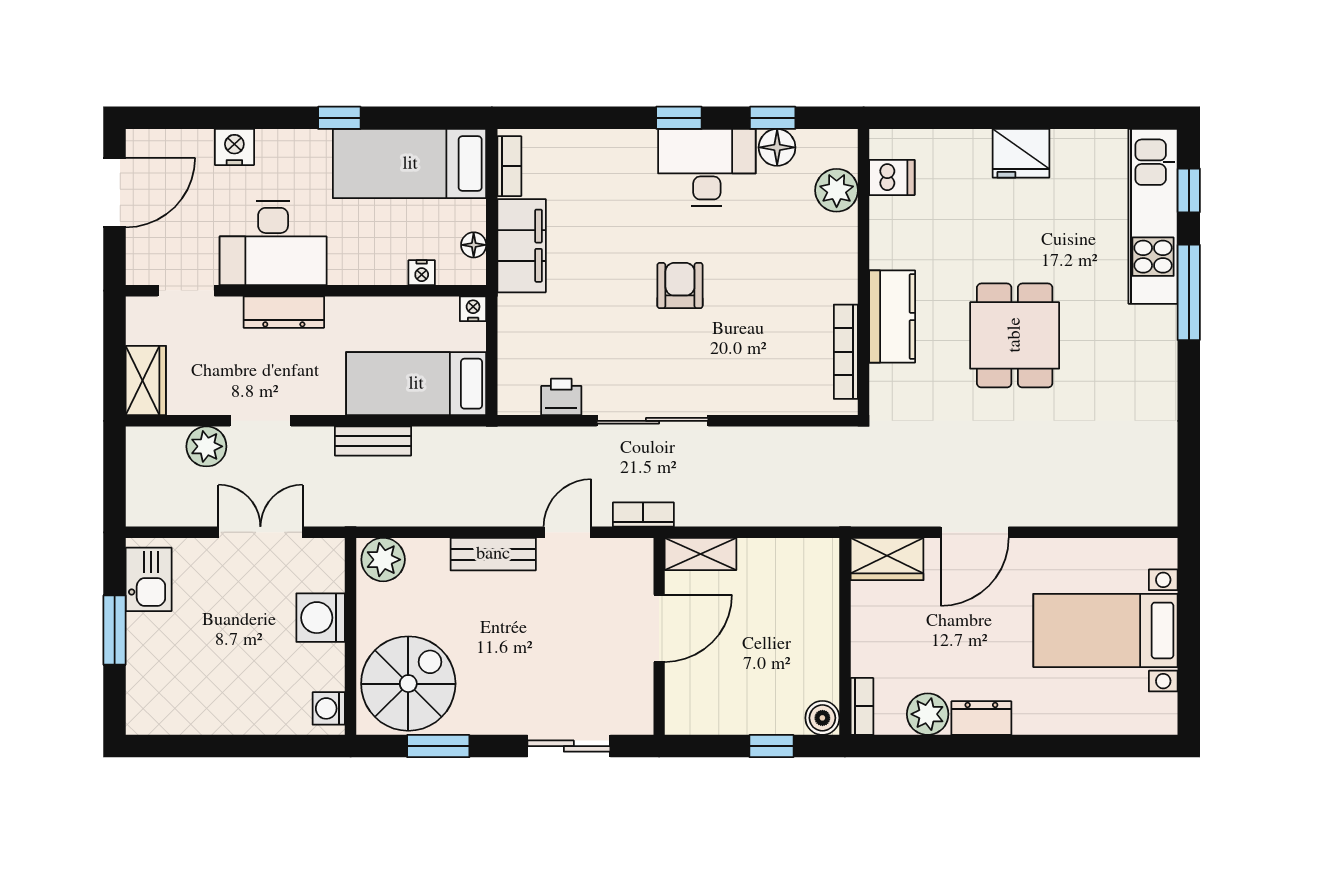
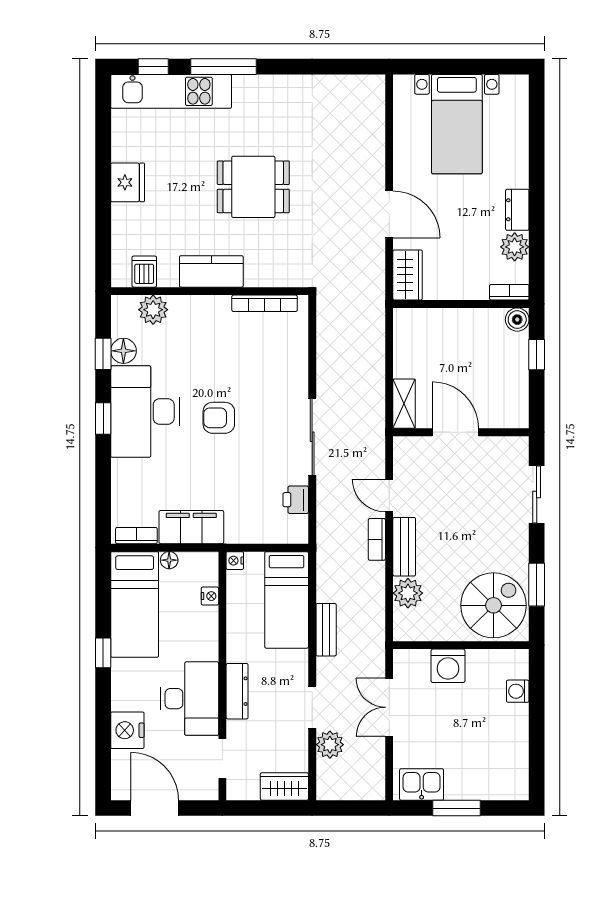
nightstand: (234, 147) -> (127, 730), width x1.36, depth x1.33
desk: (707, 167) -> (145, 411), width x1.36, depth x1.30
floor lamp: (474, 245) -> (169, 560), moved
kitchen counter: (892, 317) -> (211, 271), moved
bookcase: (643, 515) -> (377, 539), moved
plant: (383, 560) -> (408, 593), moved
spiral stairs: (408, 684) -> (494, 605), turned 90
washing machine: (329, 708) -> (518, 691), moved, turned 90

